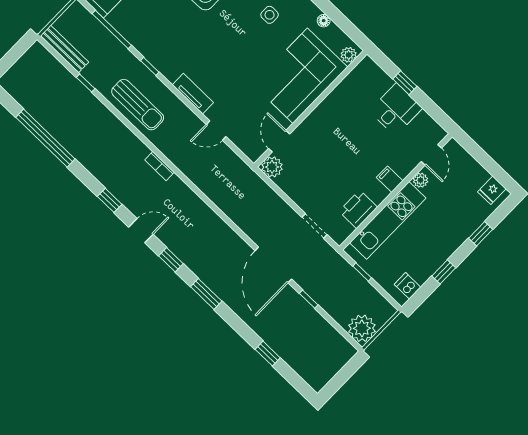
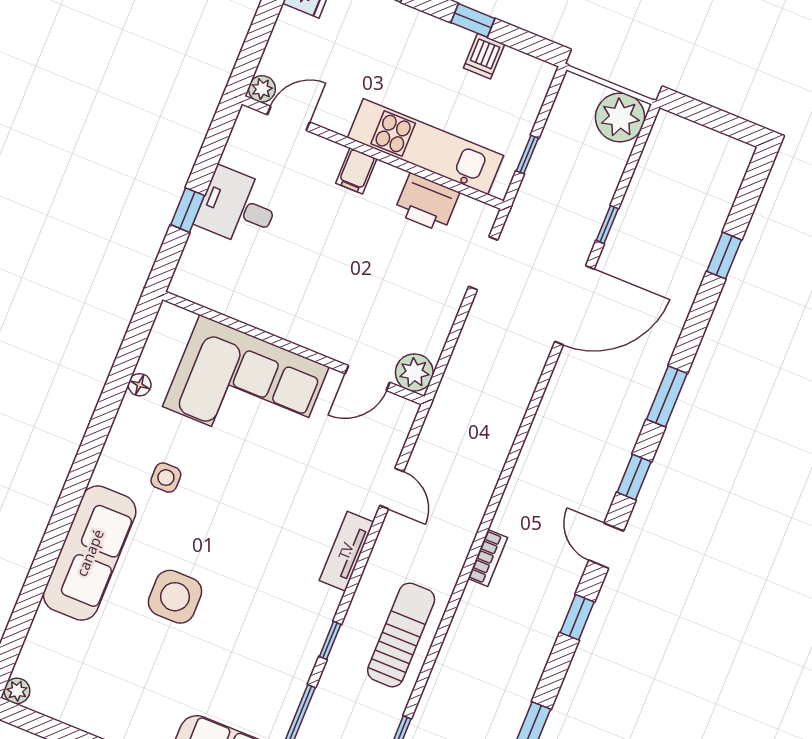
plant: (349, 55) -> (179, 321), removed
plant: (421, 180) -> (262, 89), moved
dishwasher: (407, 286) -> (484, 56), moved

